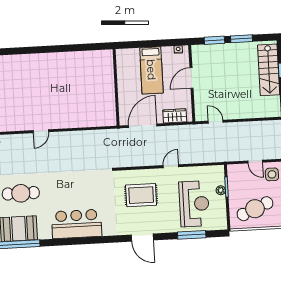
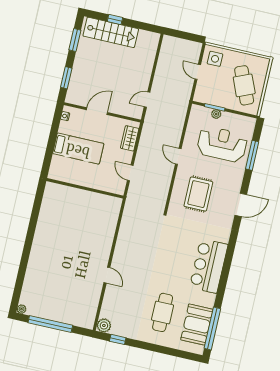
window: (242, 39) -> (75, 40), moved
door: (191, 78) -> (97, 111), swing flipped
door: (143, 126) -> (130, 173), width x0.53
door: (255, 162) -> (198, 72), swing flipped

